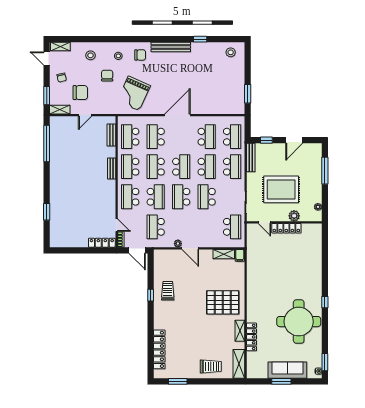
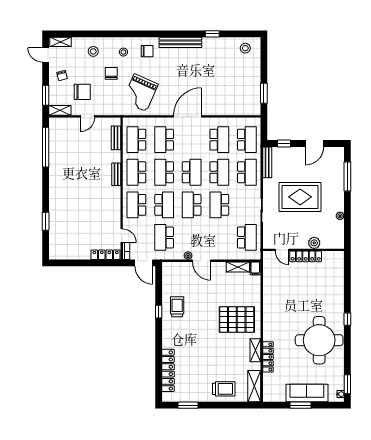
plant: (294, 216) -> (314, 243), moved
door: (264, 222) -> (282, 250), moved
wall: (284, 222) -> (303, 250), moved
locker: (286, 228) -> (306, 256), moved

